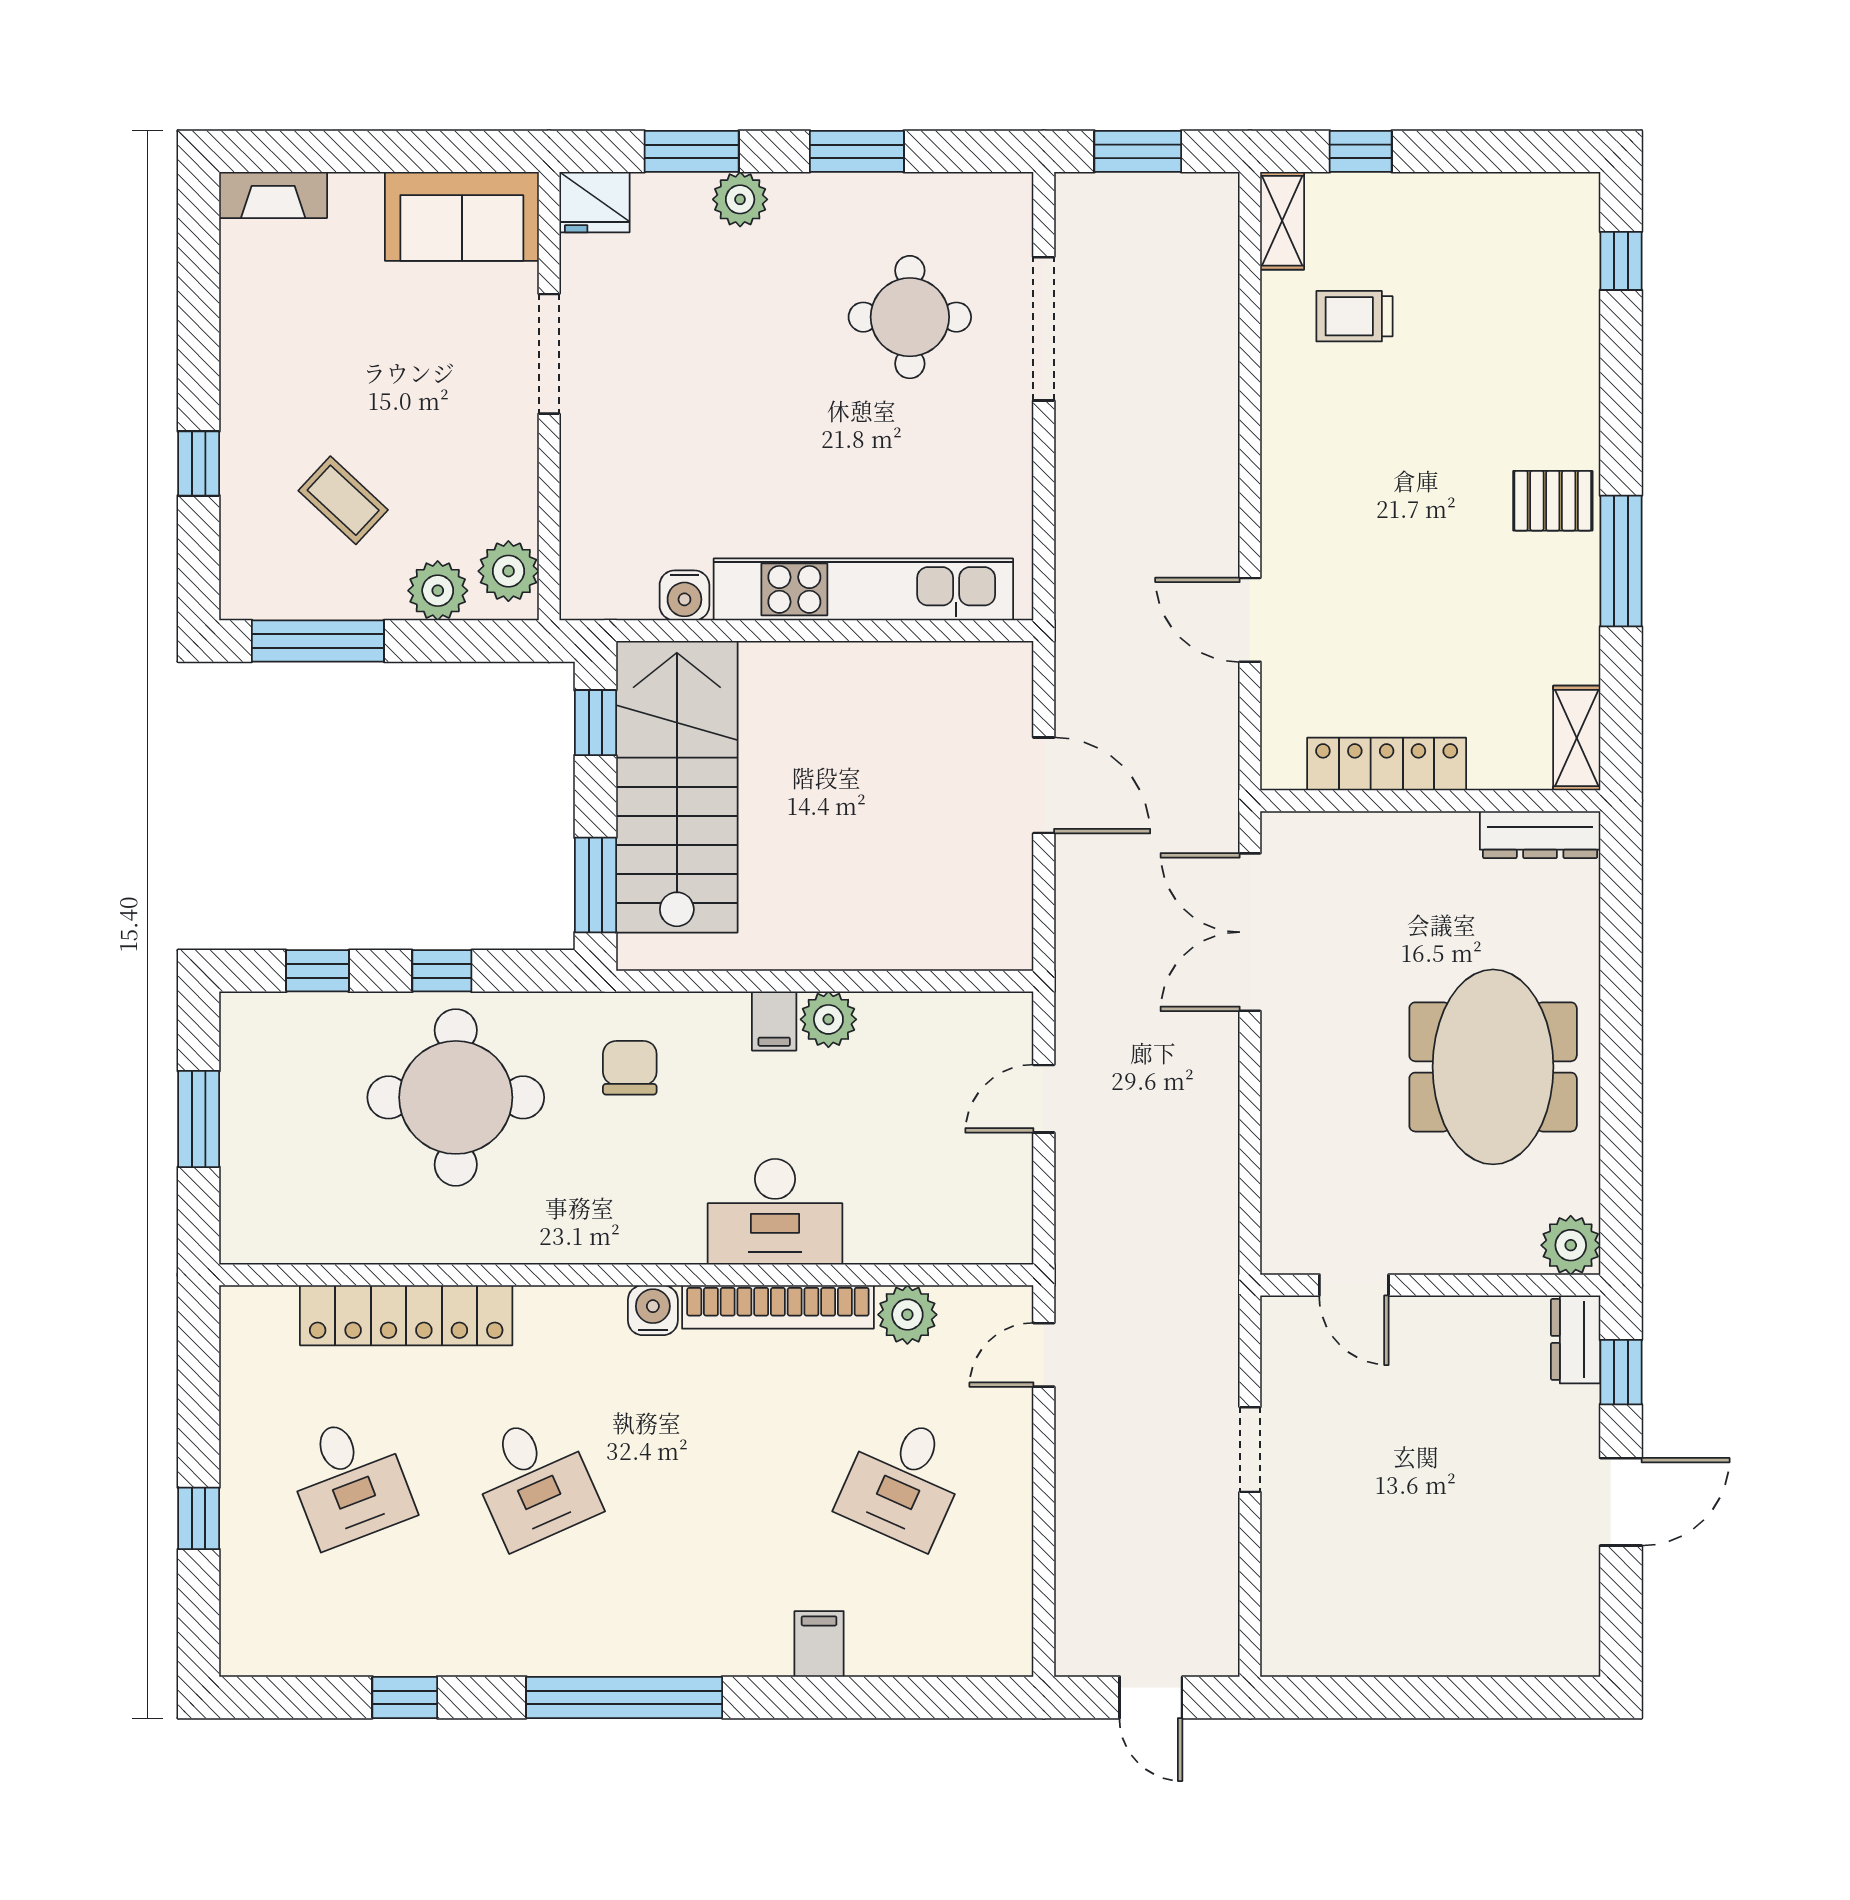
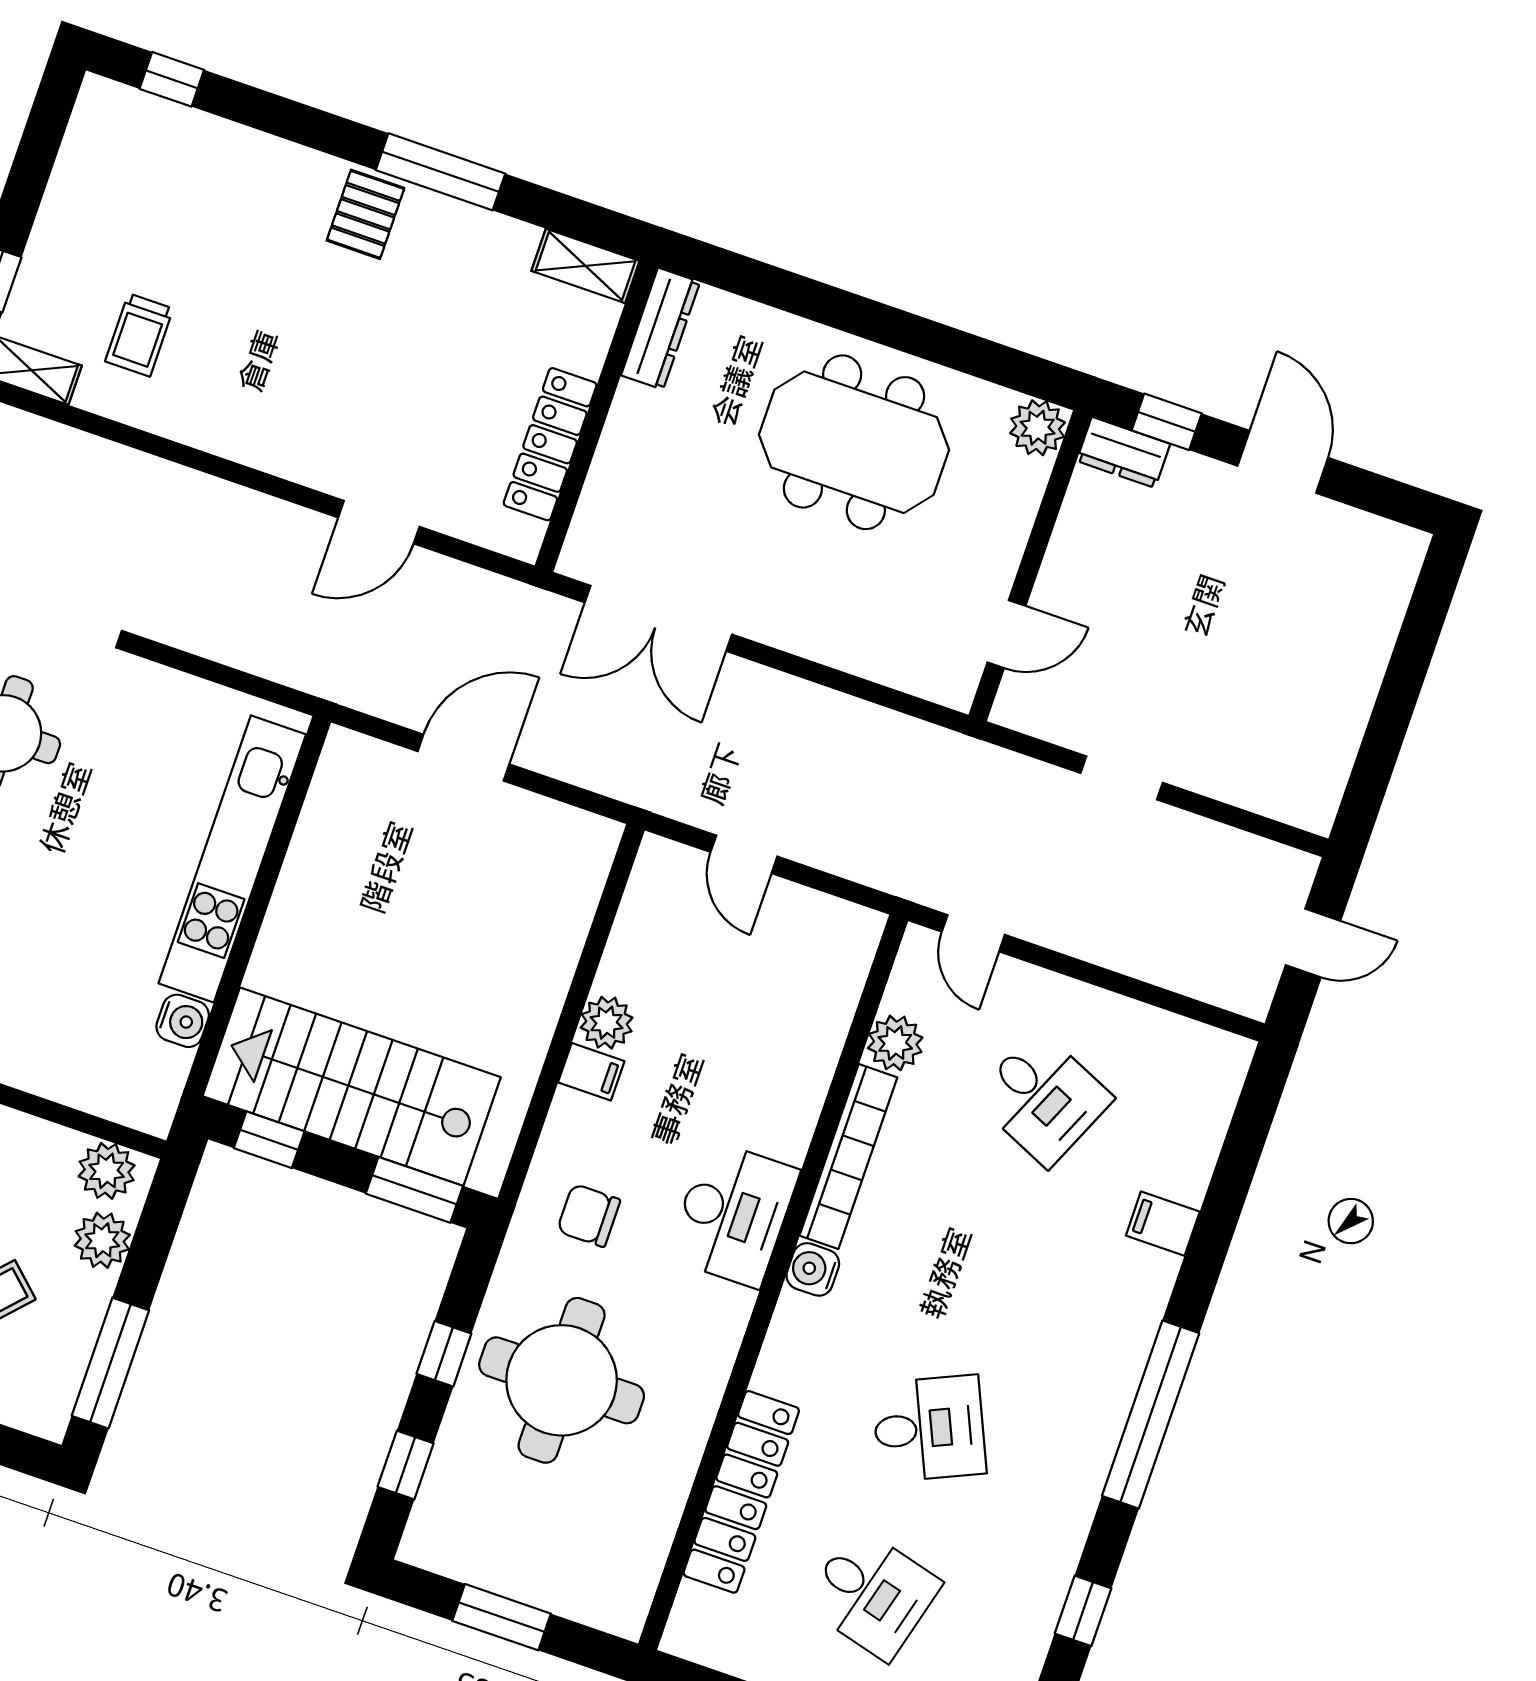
desk: (775, 1212) -> (733, 1214), moved
desk: (350, 1481) -> (872, 1594), turned 36

